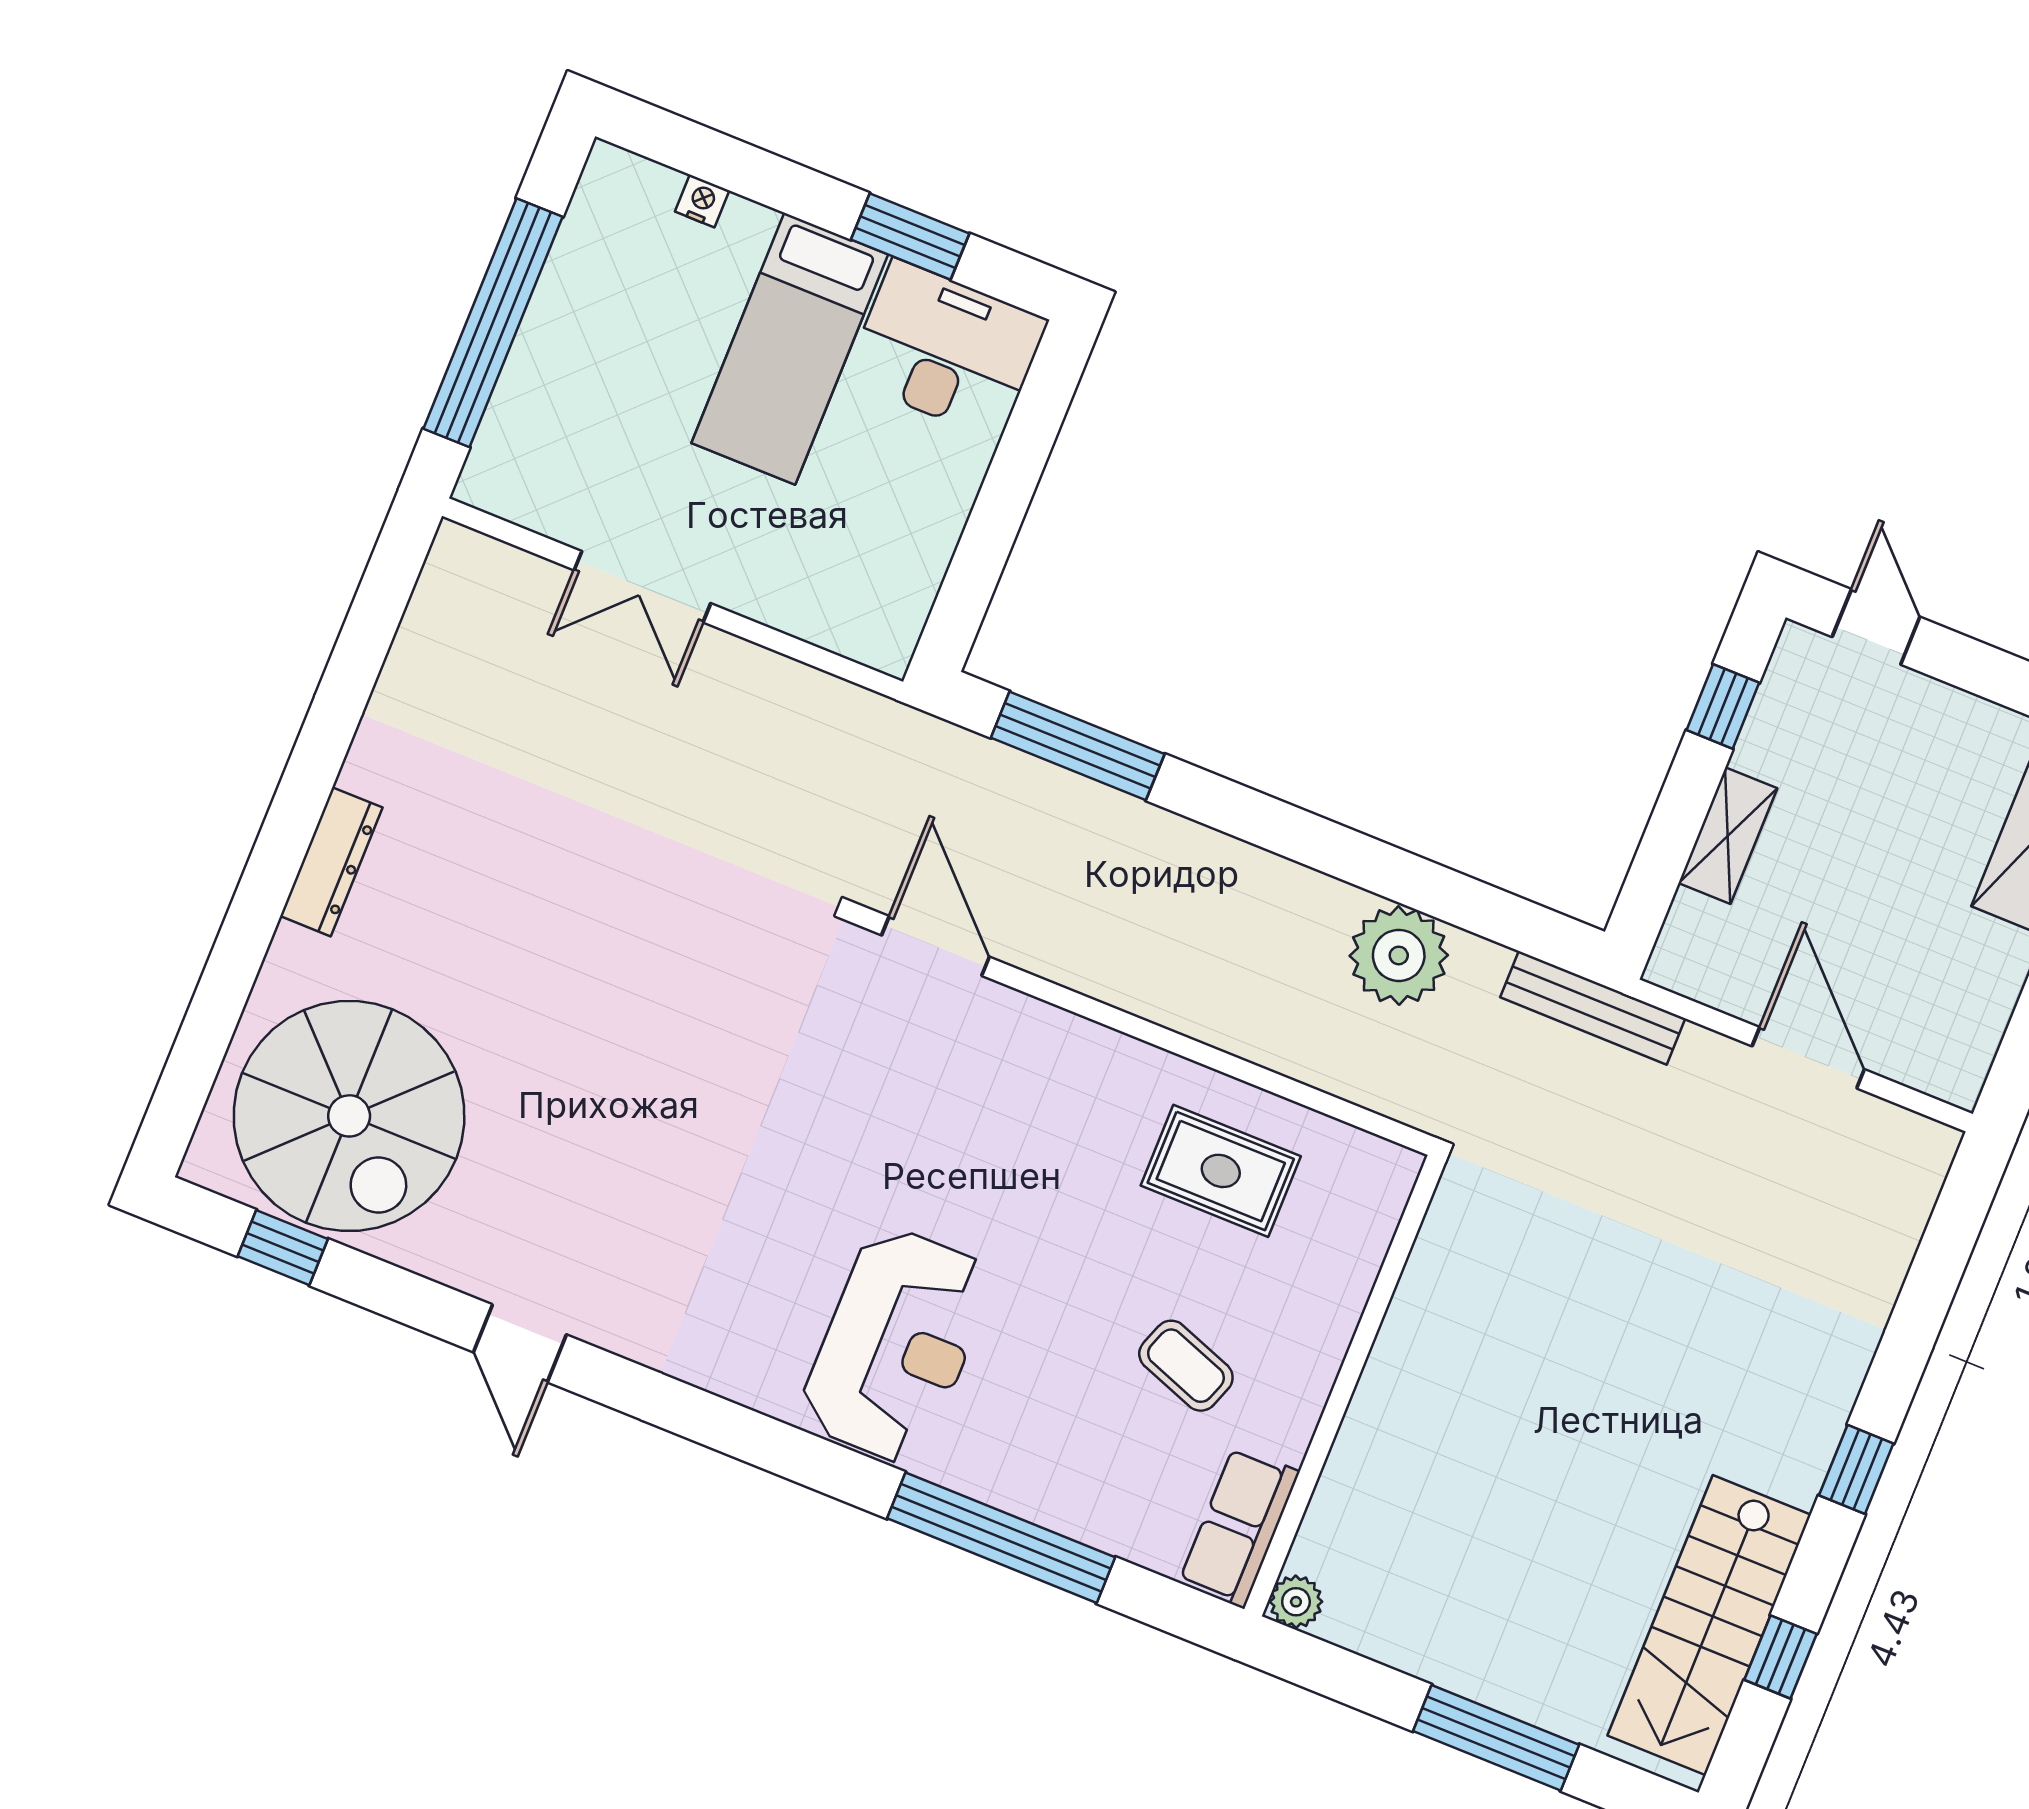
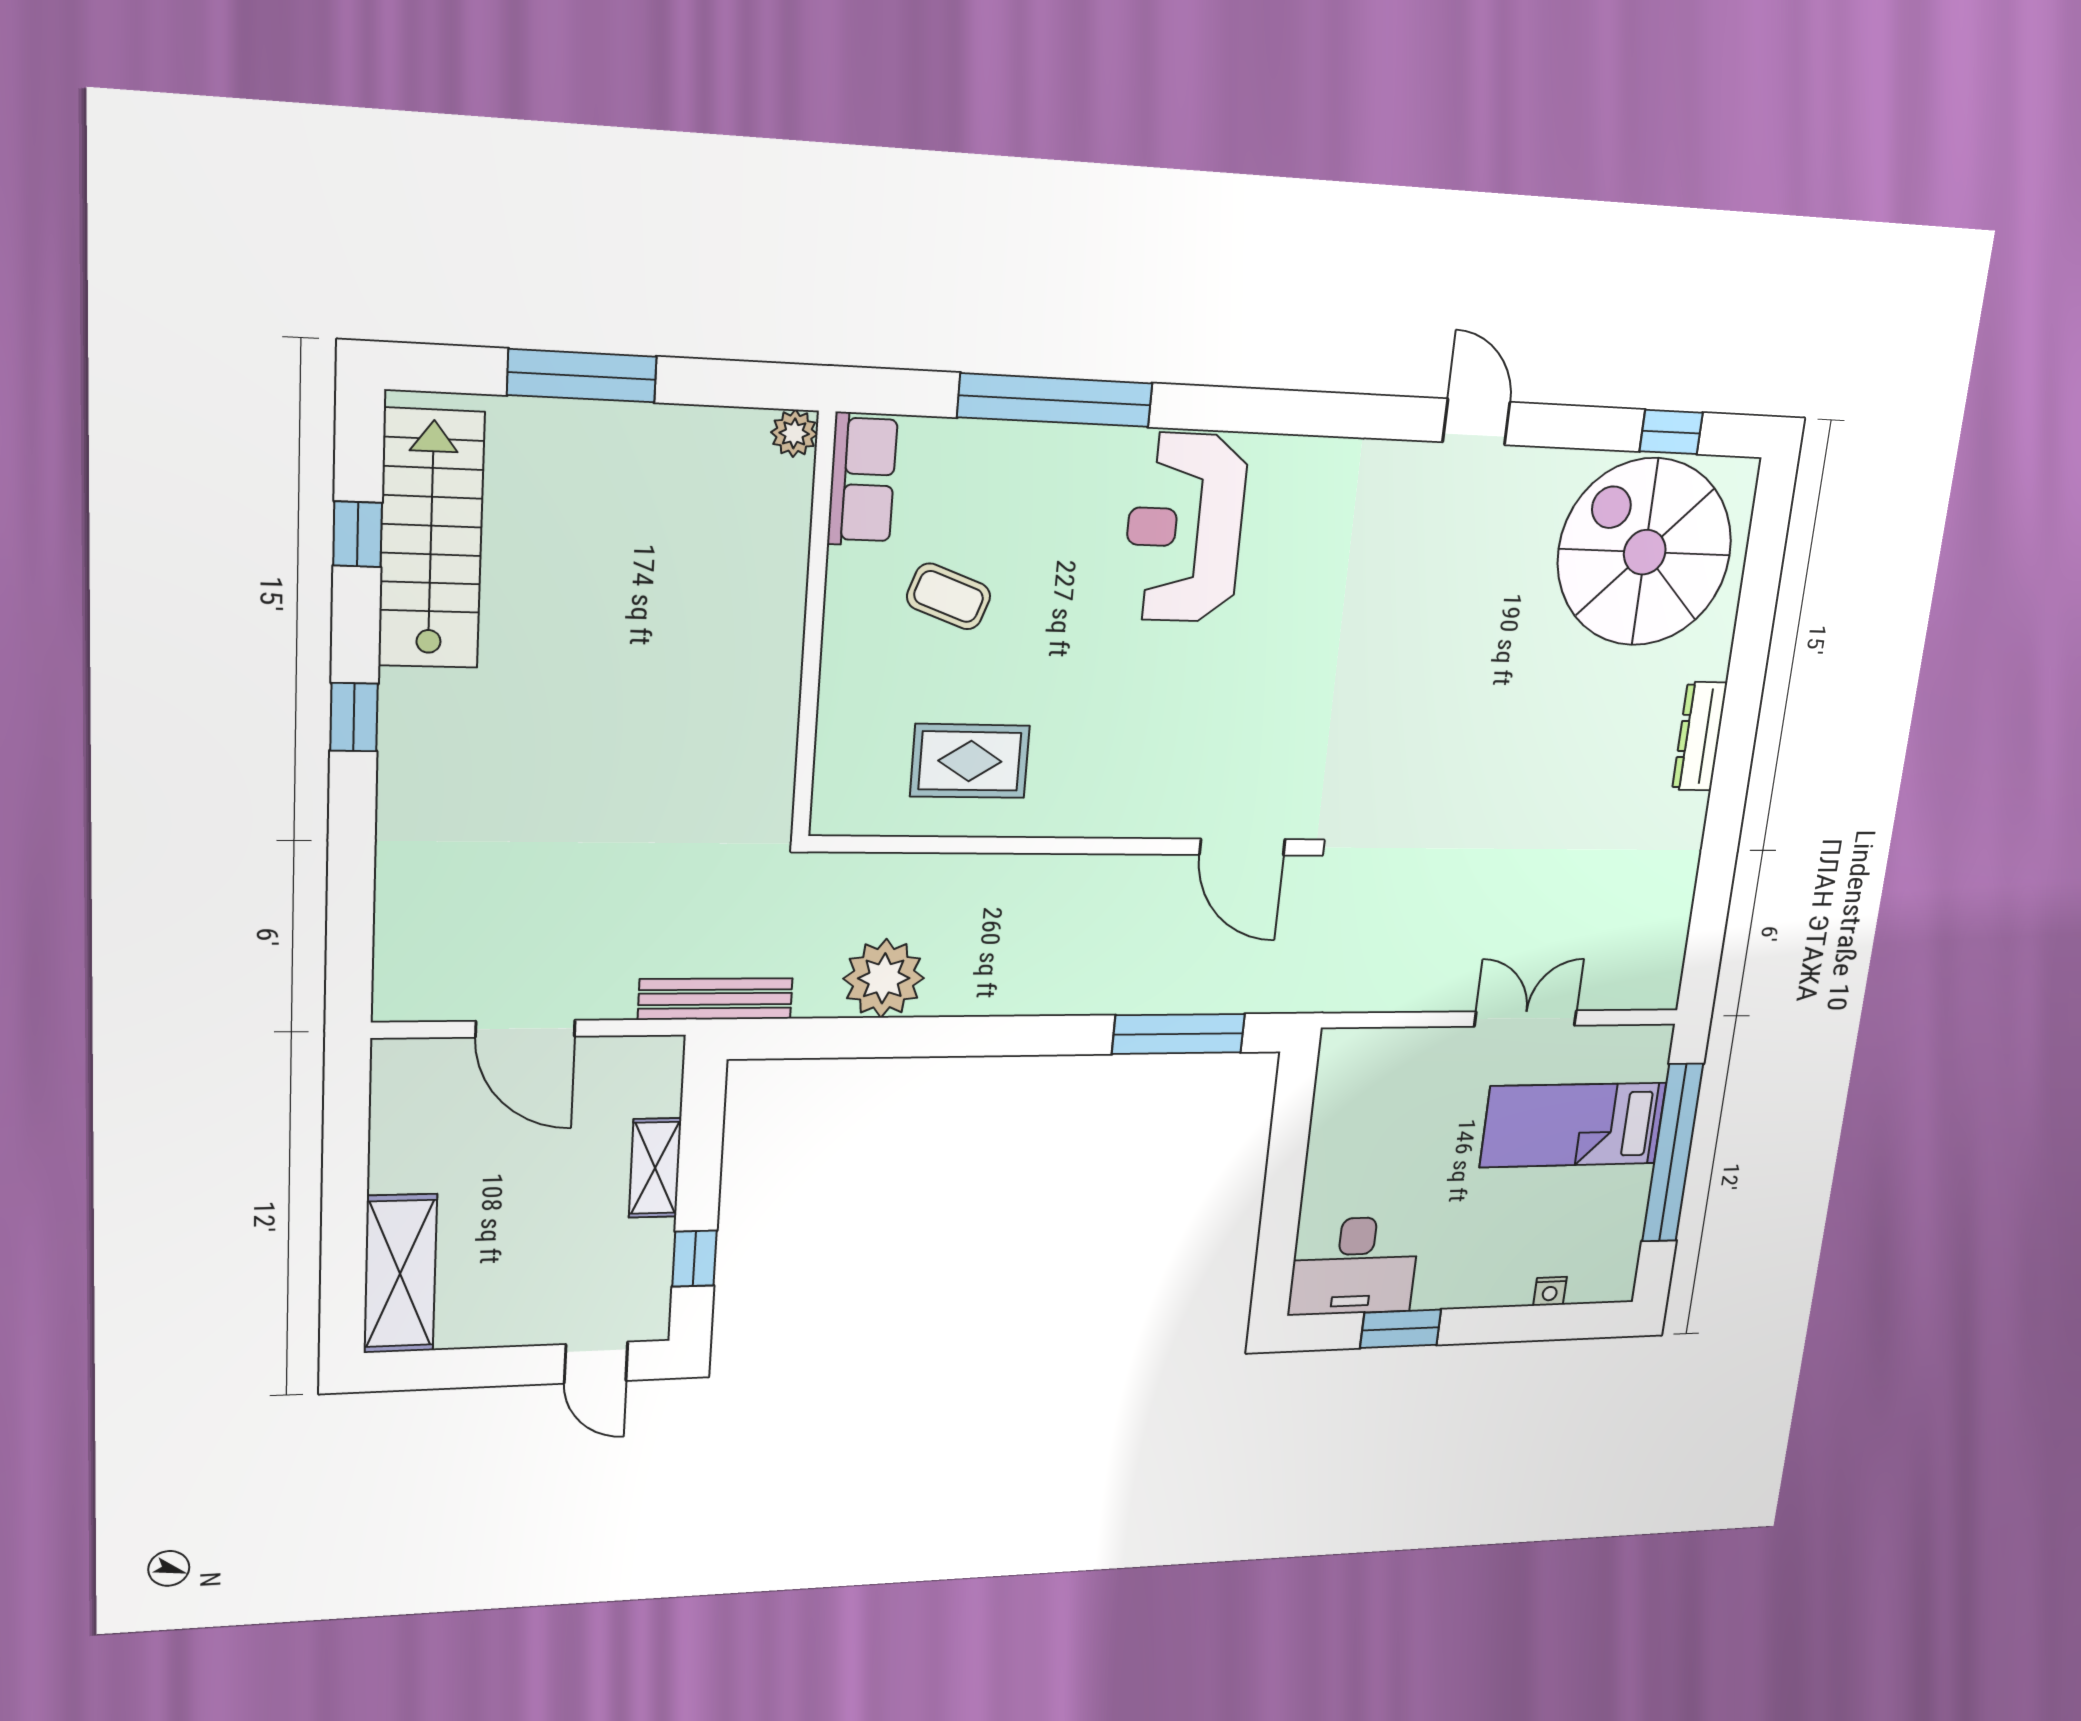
bed: (790, 349) -> (1573, 1125), moved, turned -90

